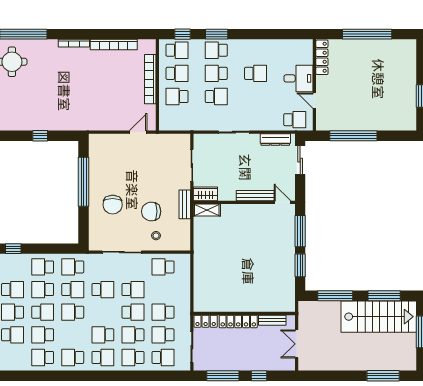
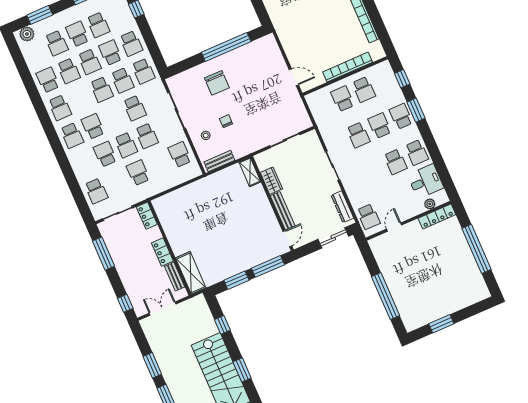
school desk: (177, 50) -> (417, 152), moved
plant: (308, 59) -> (430, 204), added
desk: (298, 78) -> (426, 181), moved, turned -90
window: (353, 136) -> (386, 296), moved
wardrobe: (205, 194) -> (271, 181), moved
bench: (185, 204) -> (219, 161), moved
chair: (113, 205) -> (217, 83), turned -90
chair: (151, 211) -> (226, 121), width x0.54, depth x0.54
school desk: (43, 267) -> (131, 43), turned 180
school desk: (73, 267) -> (143, 71), turned 180
window: (335, 296) -> (222, 325), width x0.46
window: (384, 296) -> (242, 370), width x0.69
shelving: (275, 304) -> (191, 273), added
school desk: (73, 312) -> (102, 89), turned 180
locker: (238, 321) -> (162, 252), width x0.66
school desk: (43, 335) -> (69, 71), turned 180
school desk: (163, 335) -> (117, 182), removed
school desk: (73, 357) -> (60, 108), turned 180
school desk: (133, 357) -> (84, 163), removed
window: (259, 376) -> (125, 303), moved
window: (344, 376) -> (152, 365), added

